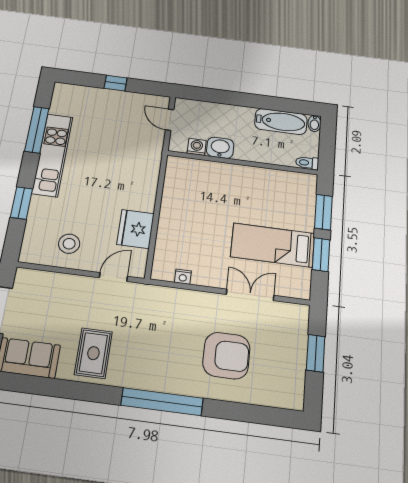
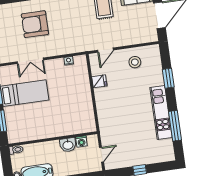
door: (170, 120) -> (101, 155), hinge flipped
fridge: (136, 229) -> (99, 81), width x0.53, depth x0.75

